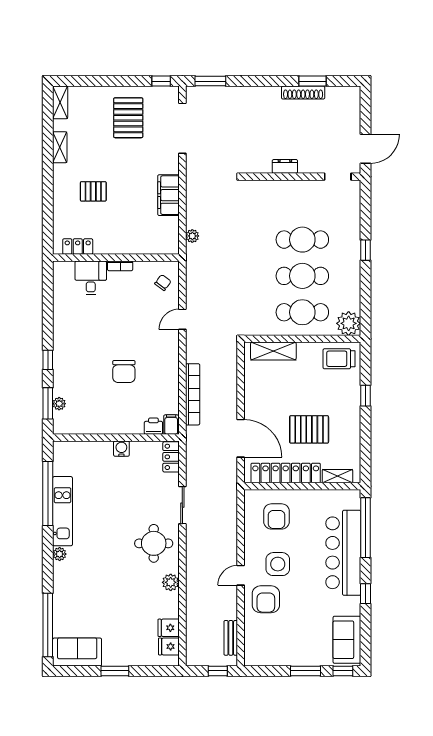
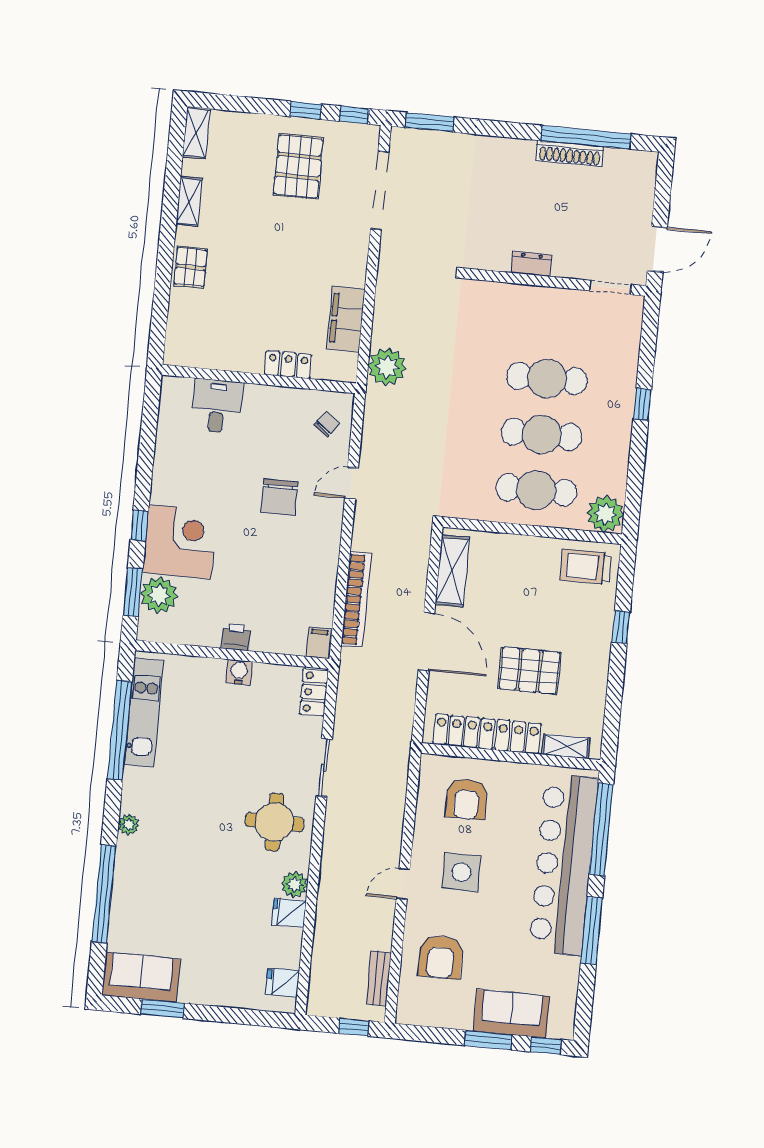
window: (129, 81) -> (305, 110), added
window: (313, 81) -> (586, 137), width x2.11
pallet: (93, 191) -> (191, 267), moved, turned 90
filing cabinet: (168, 195) -> (346, 319), moved
plant: (192, 236) -> (387, 367), width x1.87, depth x1.87
locker: (78, 247) -> (288, 365), moved
bookcase: (120, 266) -> (264, 392), removed
shelving: (273, 351) -> (452, 571), moved, turned 90
corner desk: (75, 368) -> (180, 542), added
chair: (124, 372) -> (279, 497), moved
plant: (59, 404) -> (159, 595), width x1.88, depth x1.88
printer: (153, 426) -> (236, 637), moved
door: (241, 438) -> (426, 641), moved
kitchen unit: (63, 511) -> (144, 712), moved
bar counter: (343, 553) -> (564, 865), width x1.36
window: (366, 594) -> (592, 931), width x2.17
armchair: (266, 599) -> (441, 957), moved
window: (48, 625) -> (104, 894), moved
fridge: (169, 628) -> (289, 913), moved
sofa: (347, 640) -> (511, 1014), moved, turned 90
window: (115, 671) -> (162, 1009), moved

